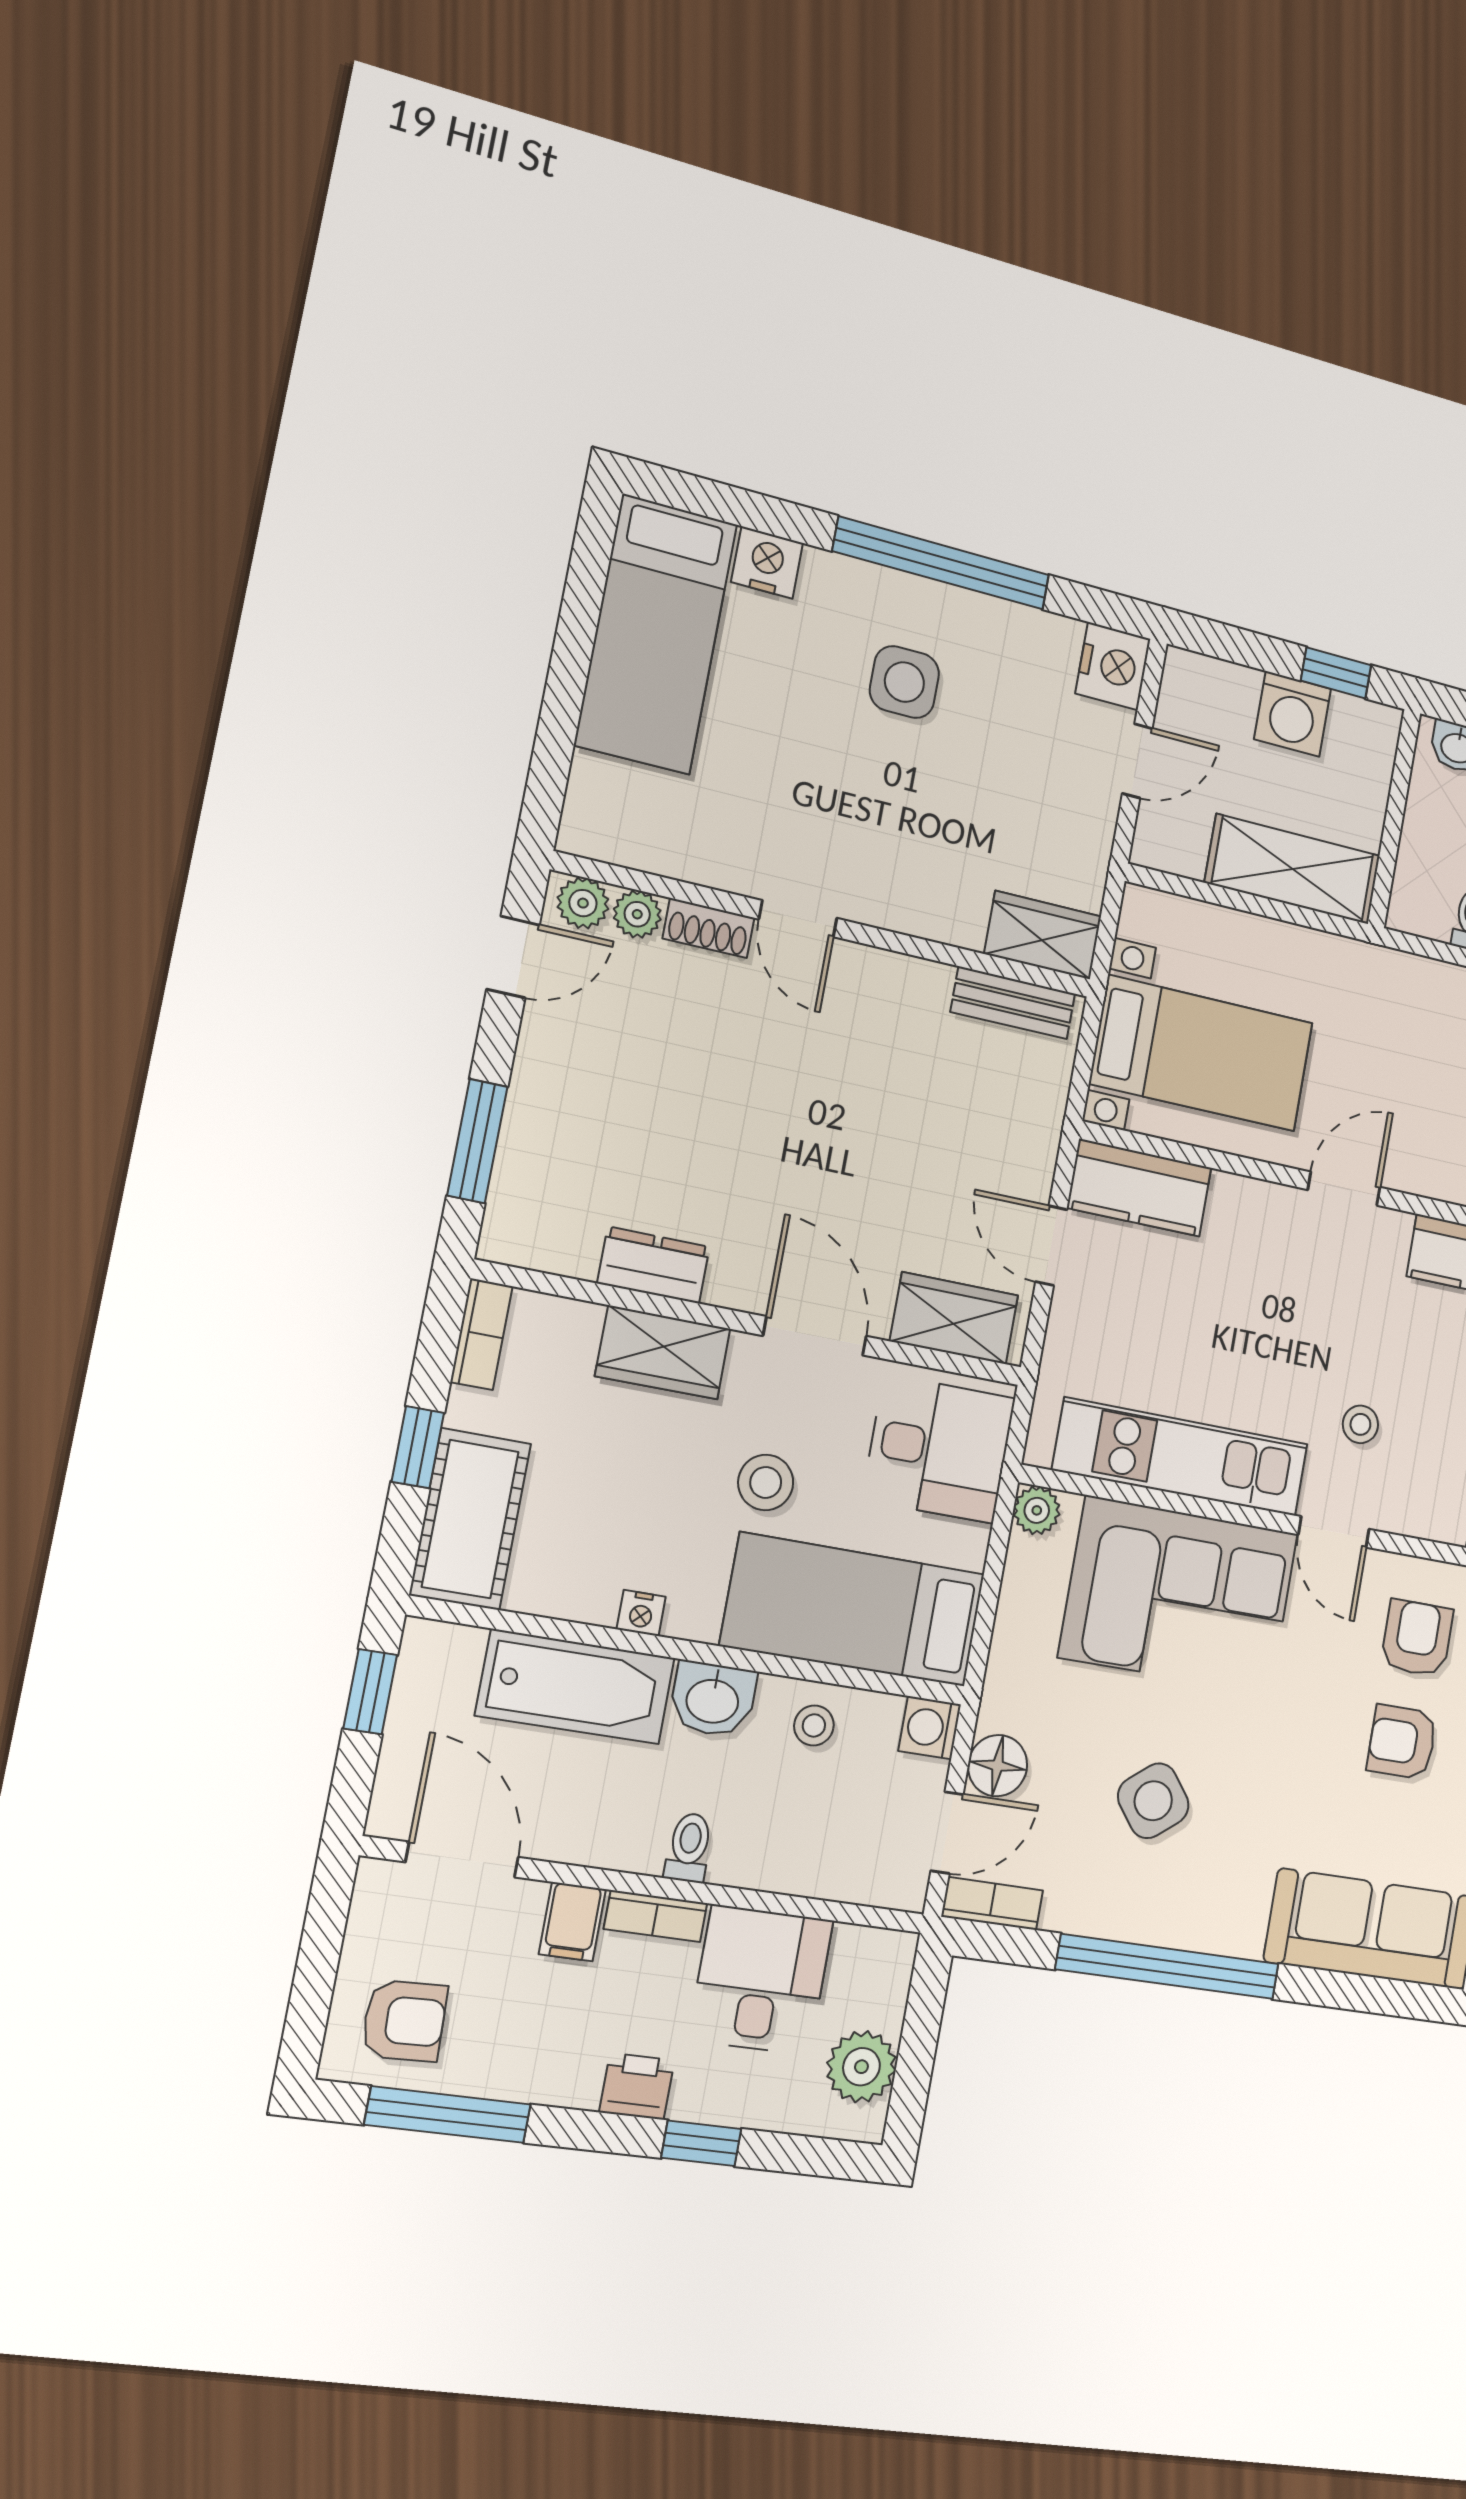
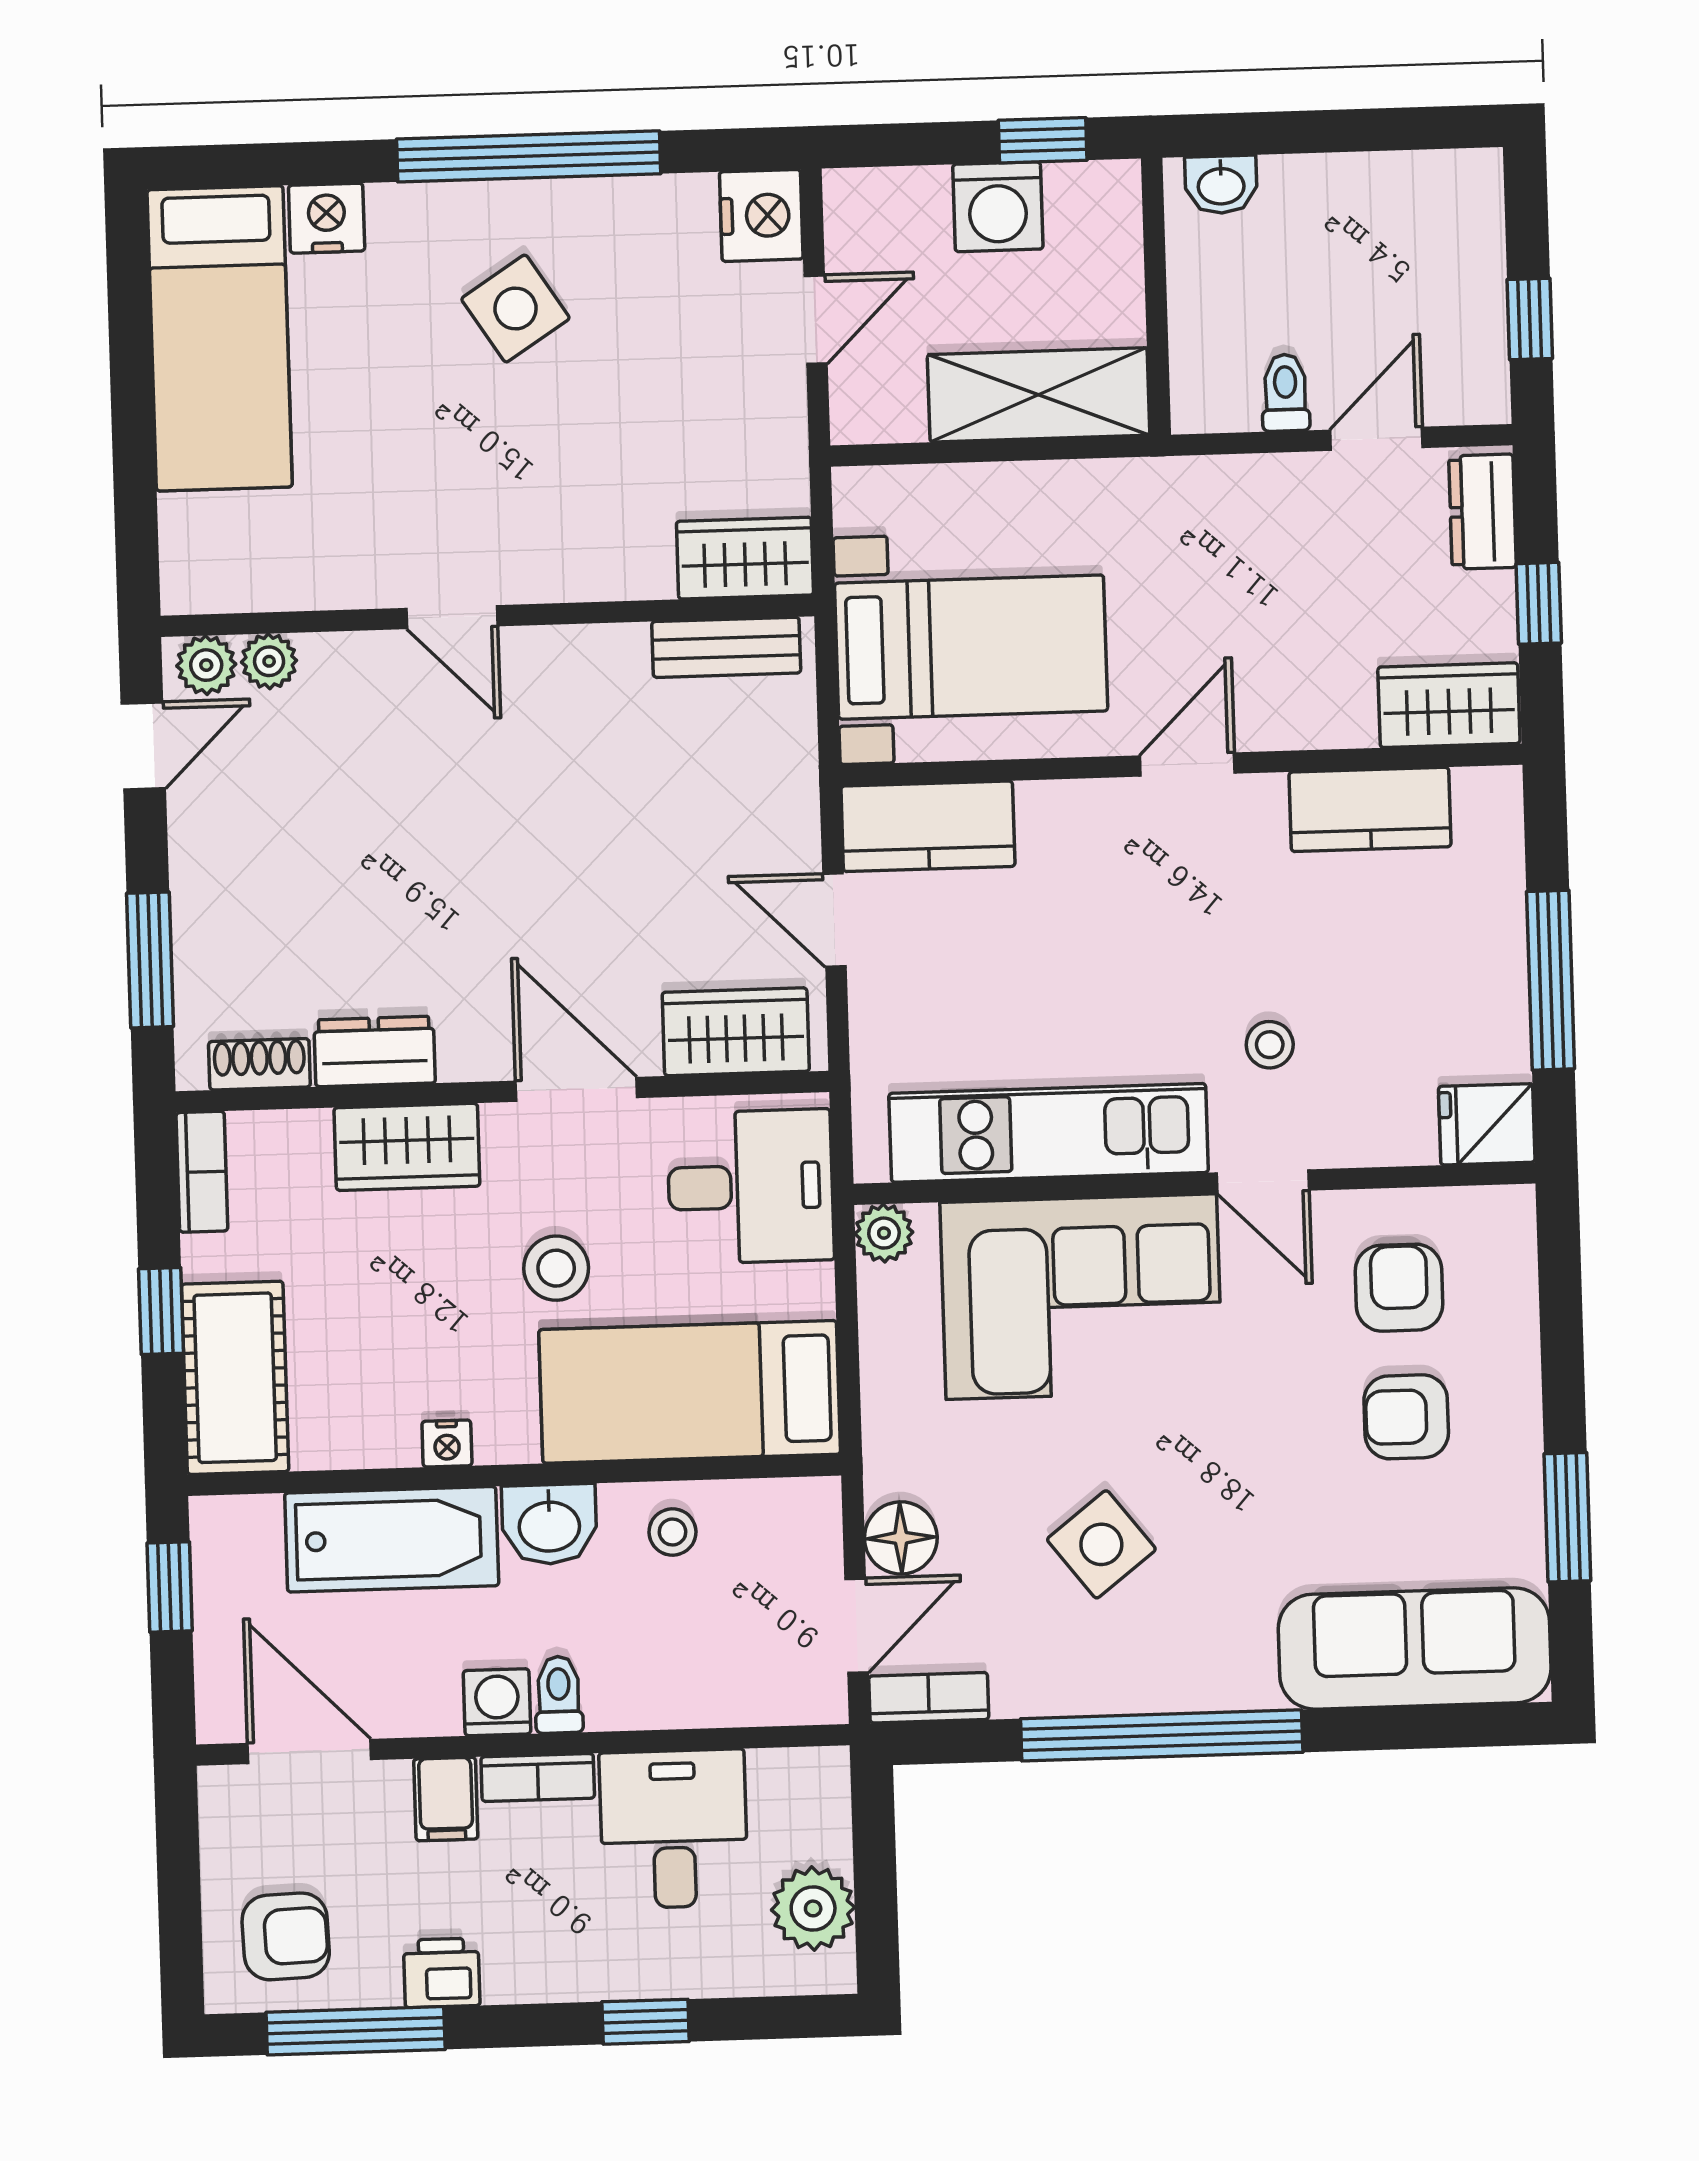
side table: (904, 682) -> (515, 309), turned -33
shoe rack: (709, 928) -> (259, 1064), moved, turned 180
washing machine: (930, 1728) -> (497, 1702), moved, turned 90
printer: (637, 2086) -> (442, 1973), moved

